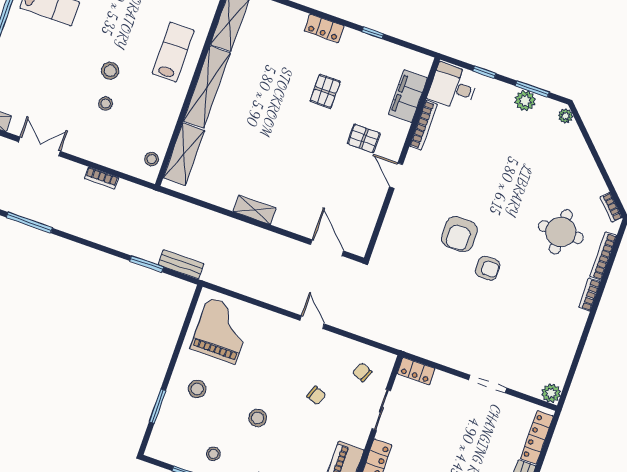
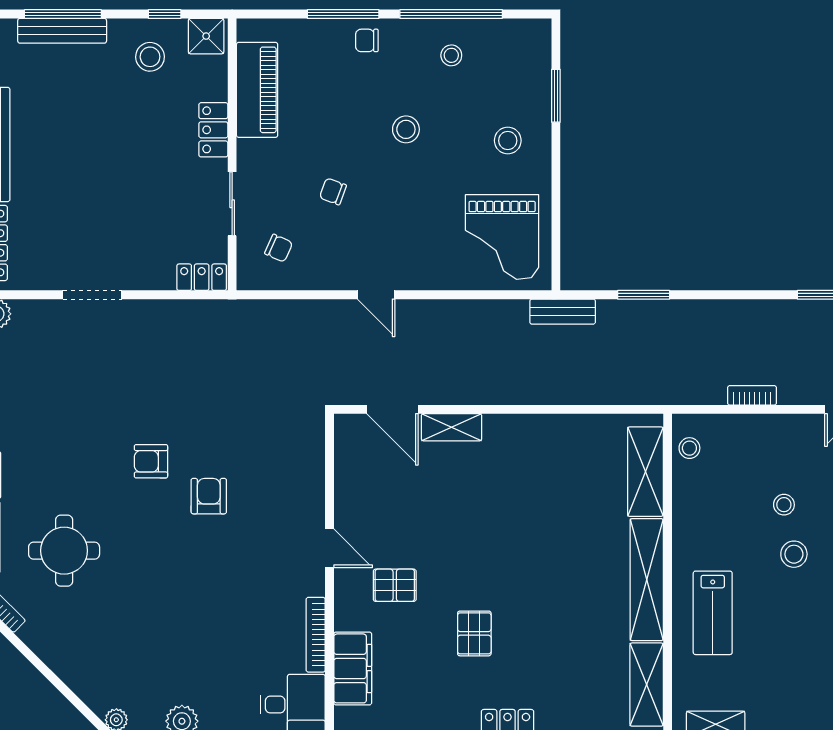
shelving: (255, 210) -> (451, 427), moved
armchair: (459, 234) -> (209, 496), width x0.72, depth x0.72
bench: (181, 264) -> (563, 312), moved

